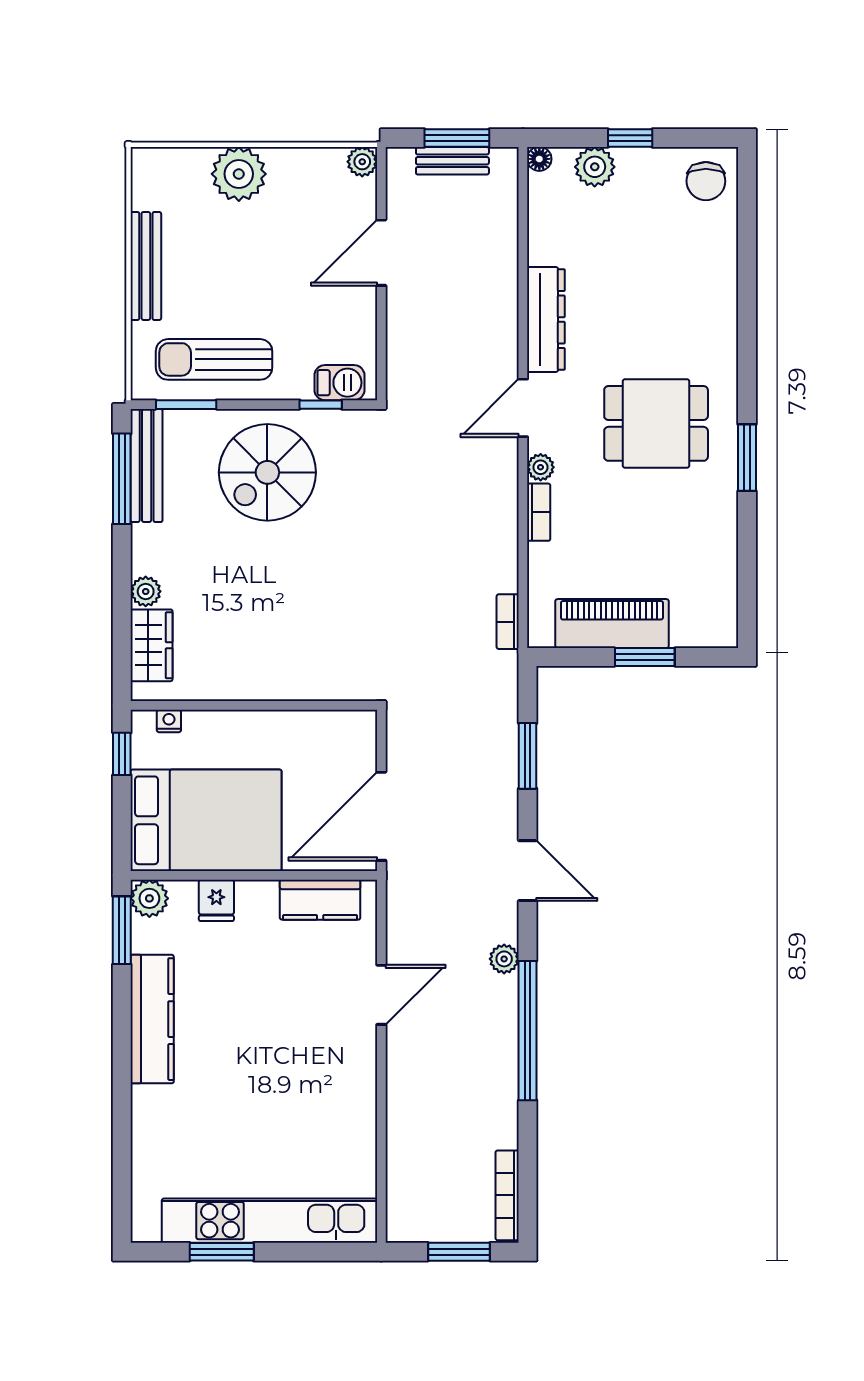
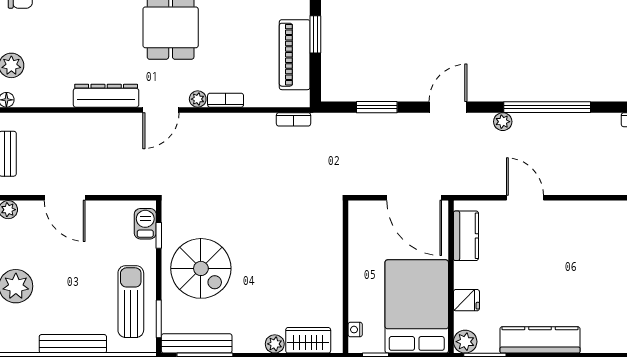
sun lounger: (214, 359) -> (131, 302), turned 180
door: (523, 408) -> (161, 110), hinge flipped

